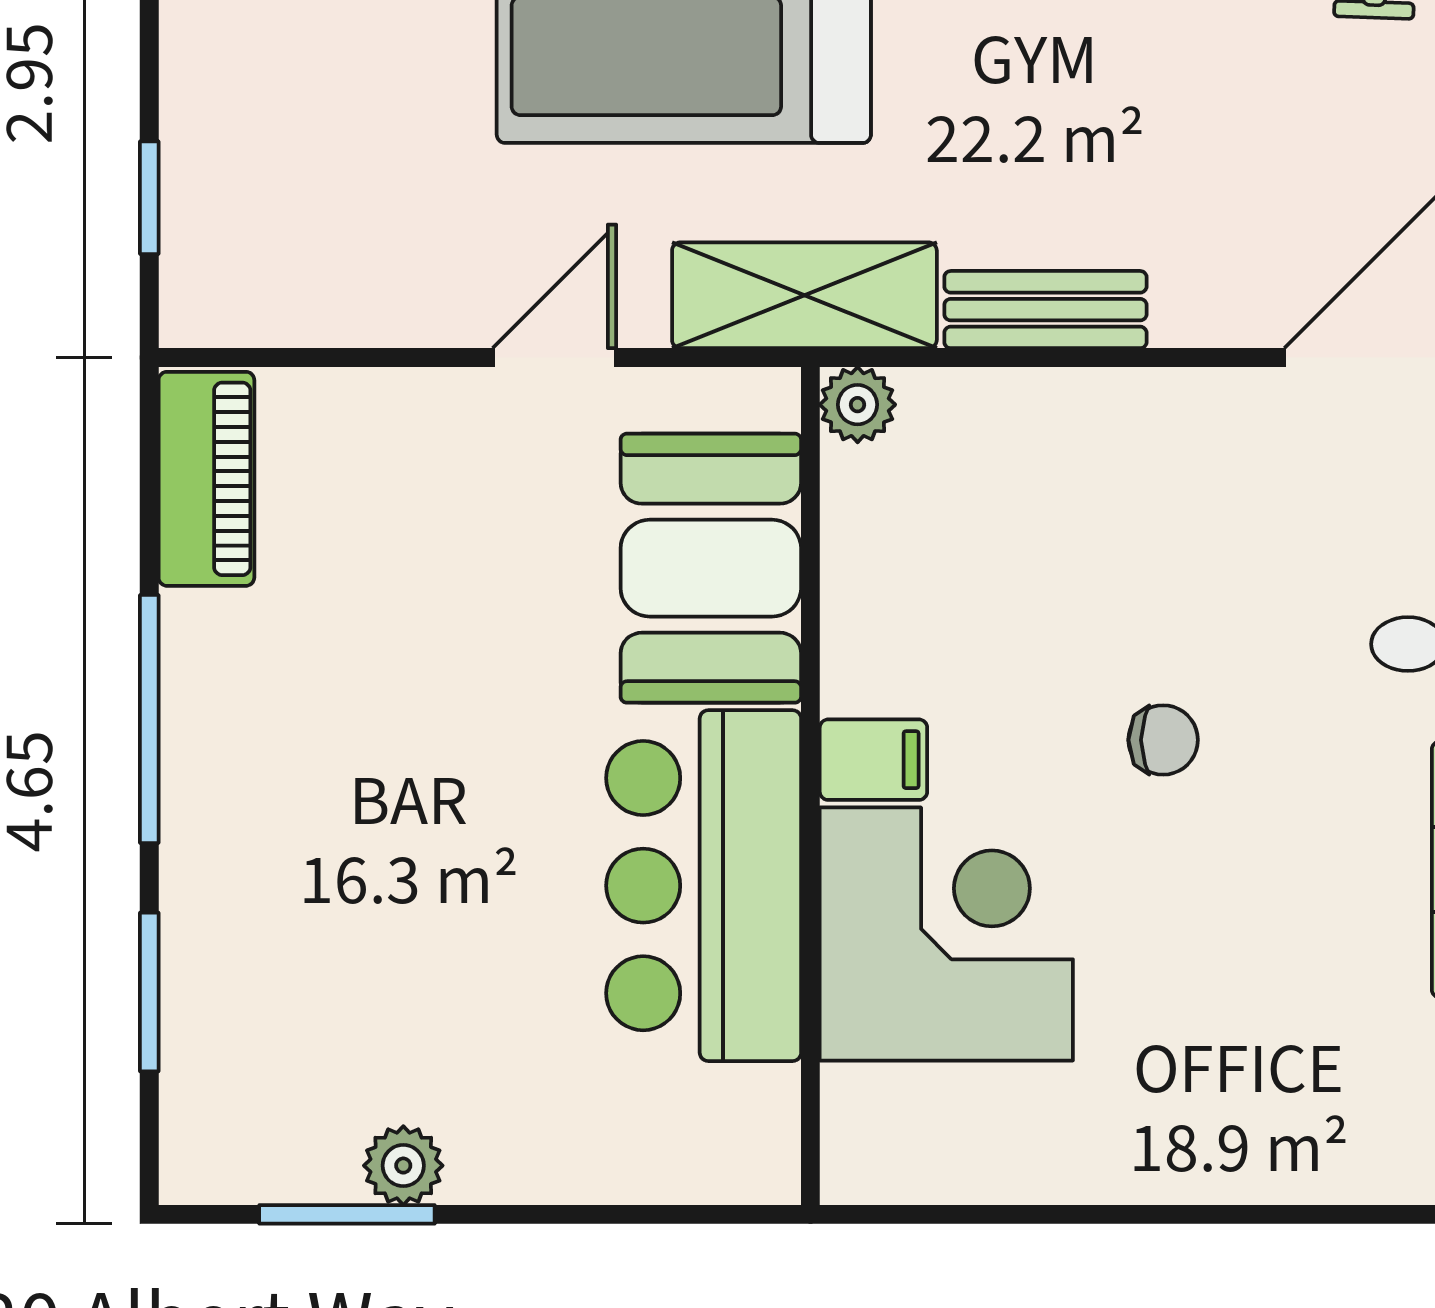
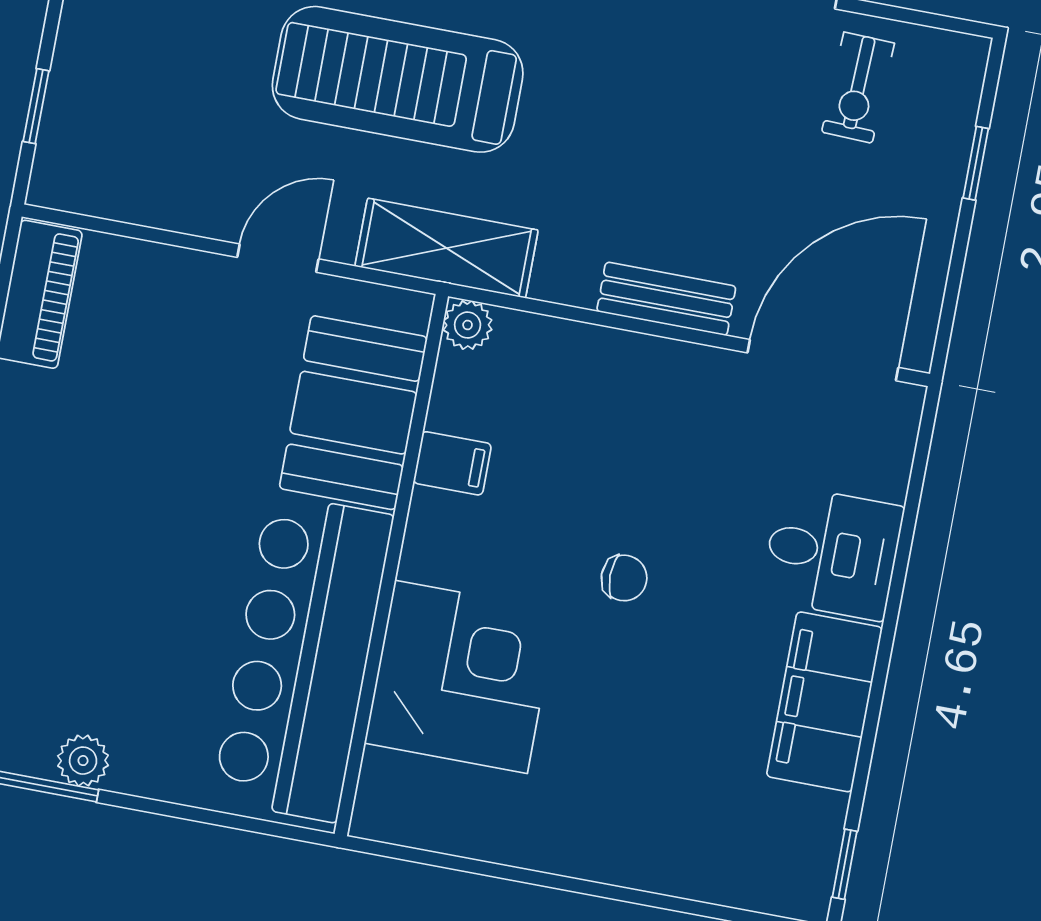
bench: (1045, 310) -> (666, 299), moved
filing cabinet: (873, 760) -> (452, 463), moved
bar counter: (704, 886) -> (303, 658), width x1.36

